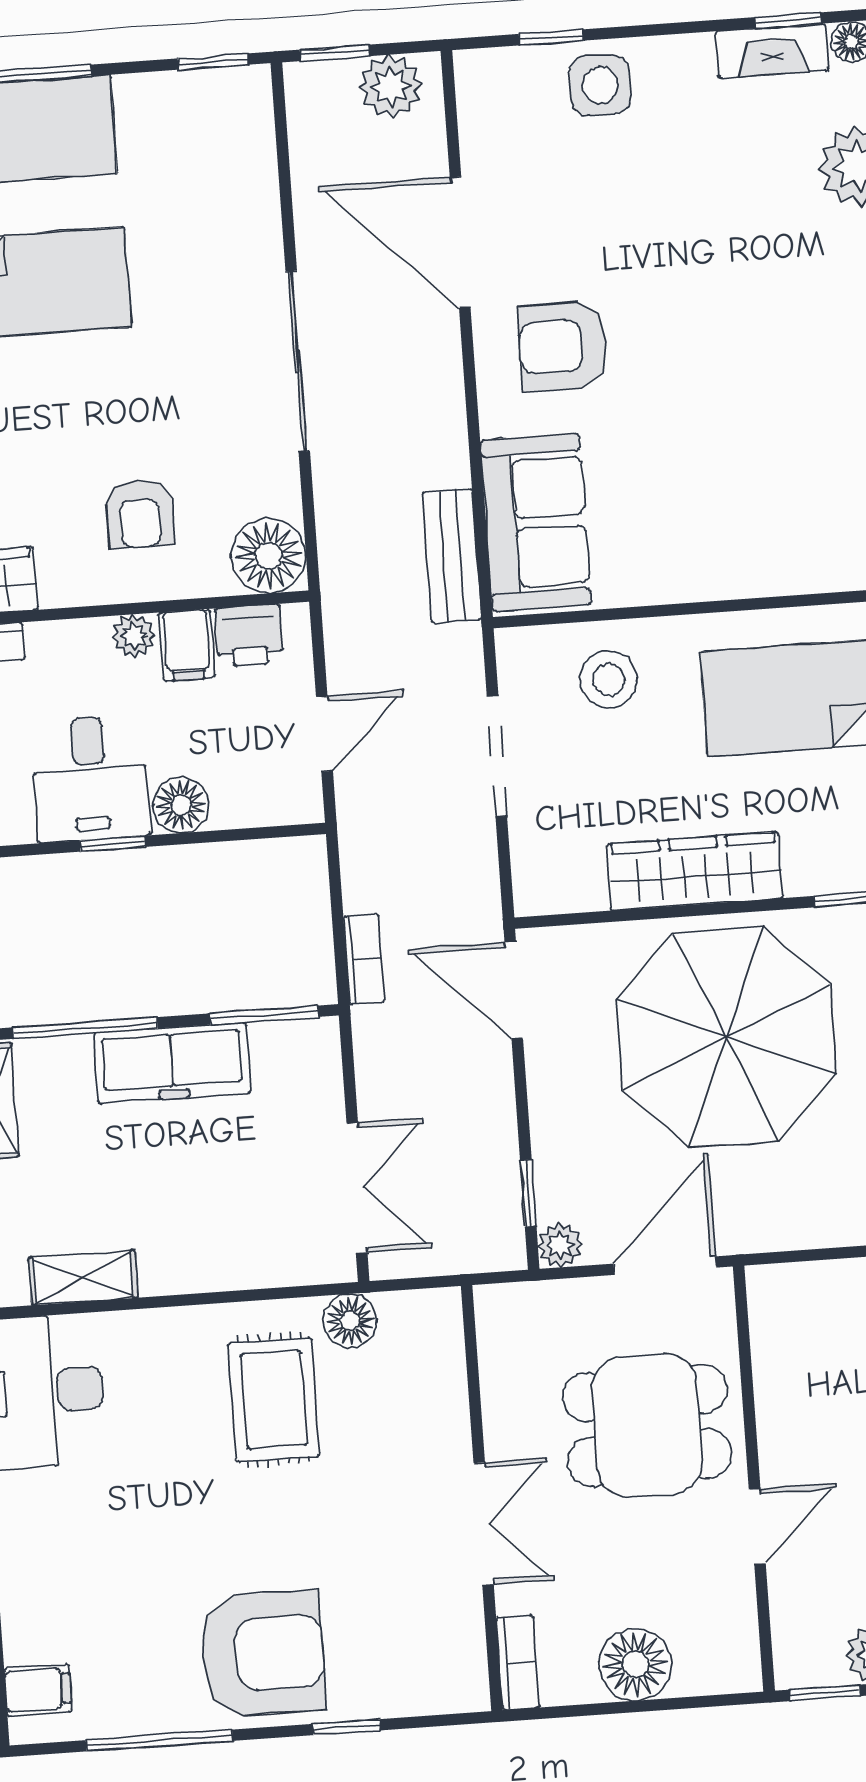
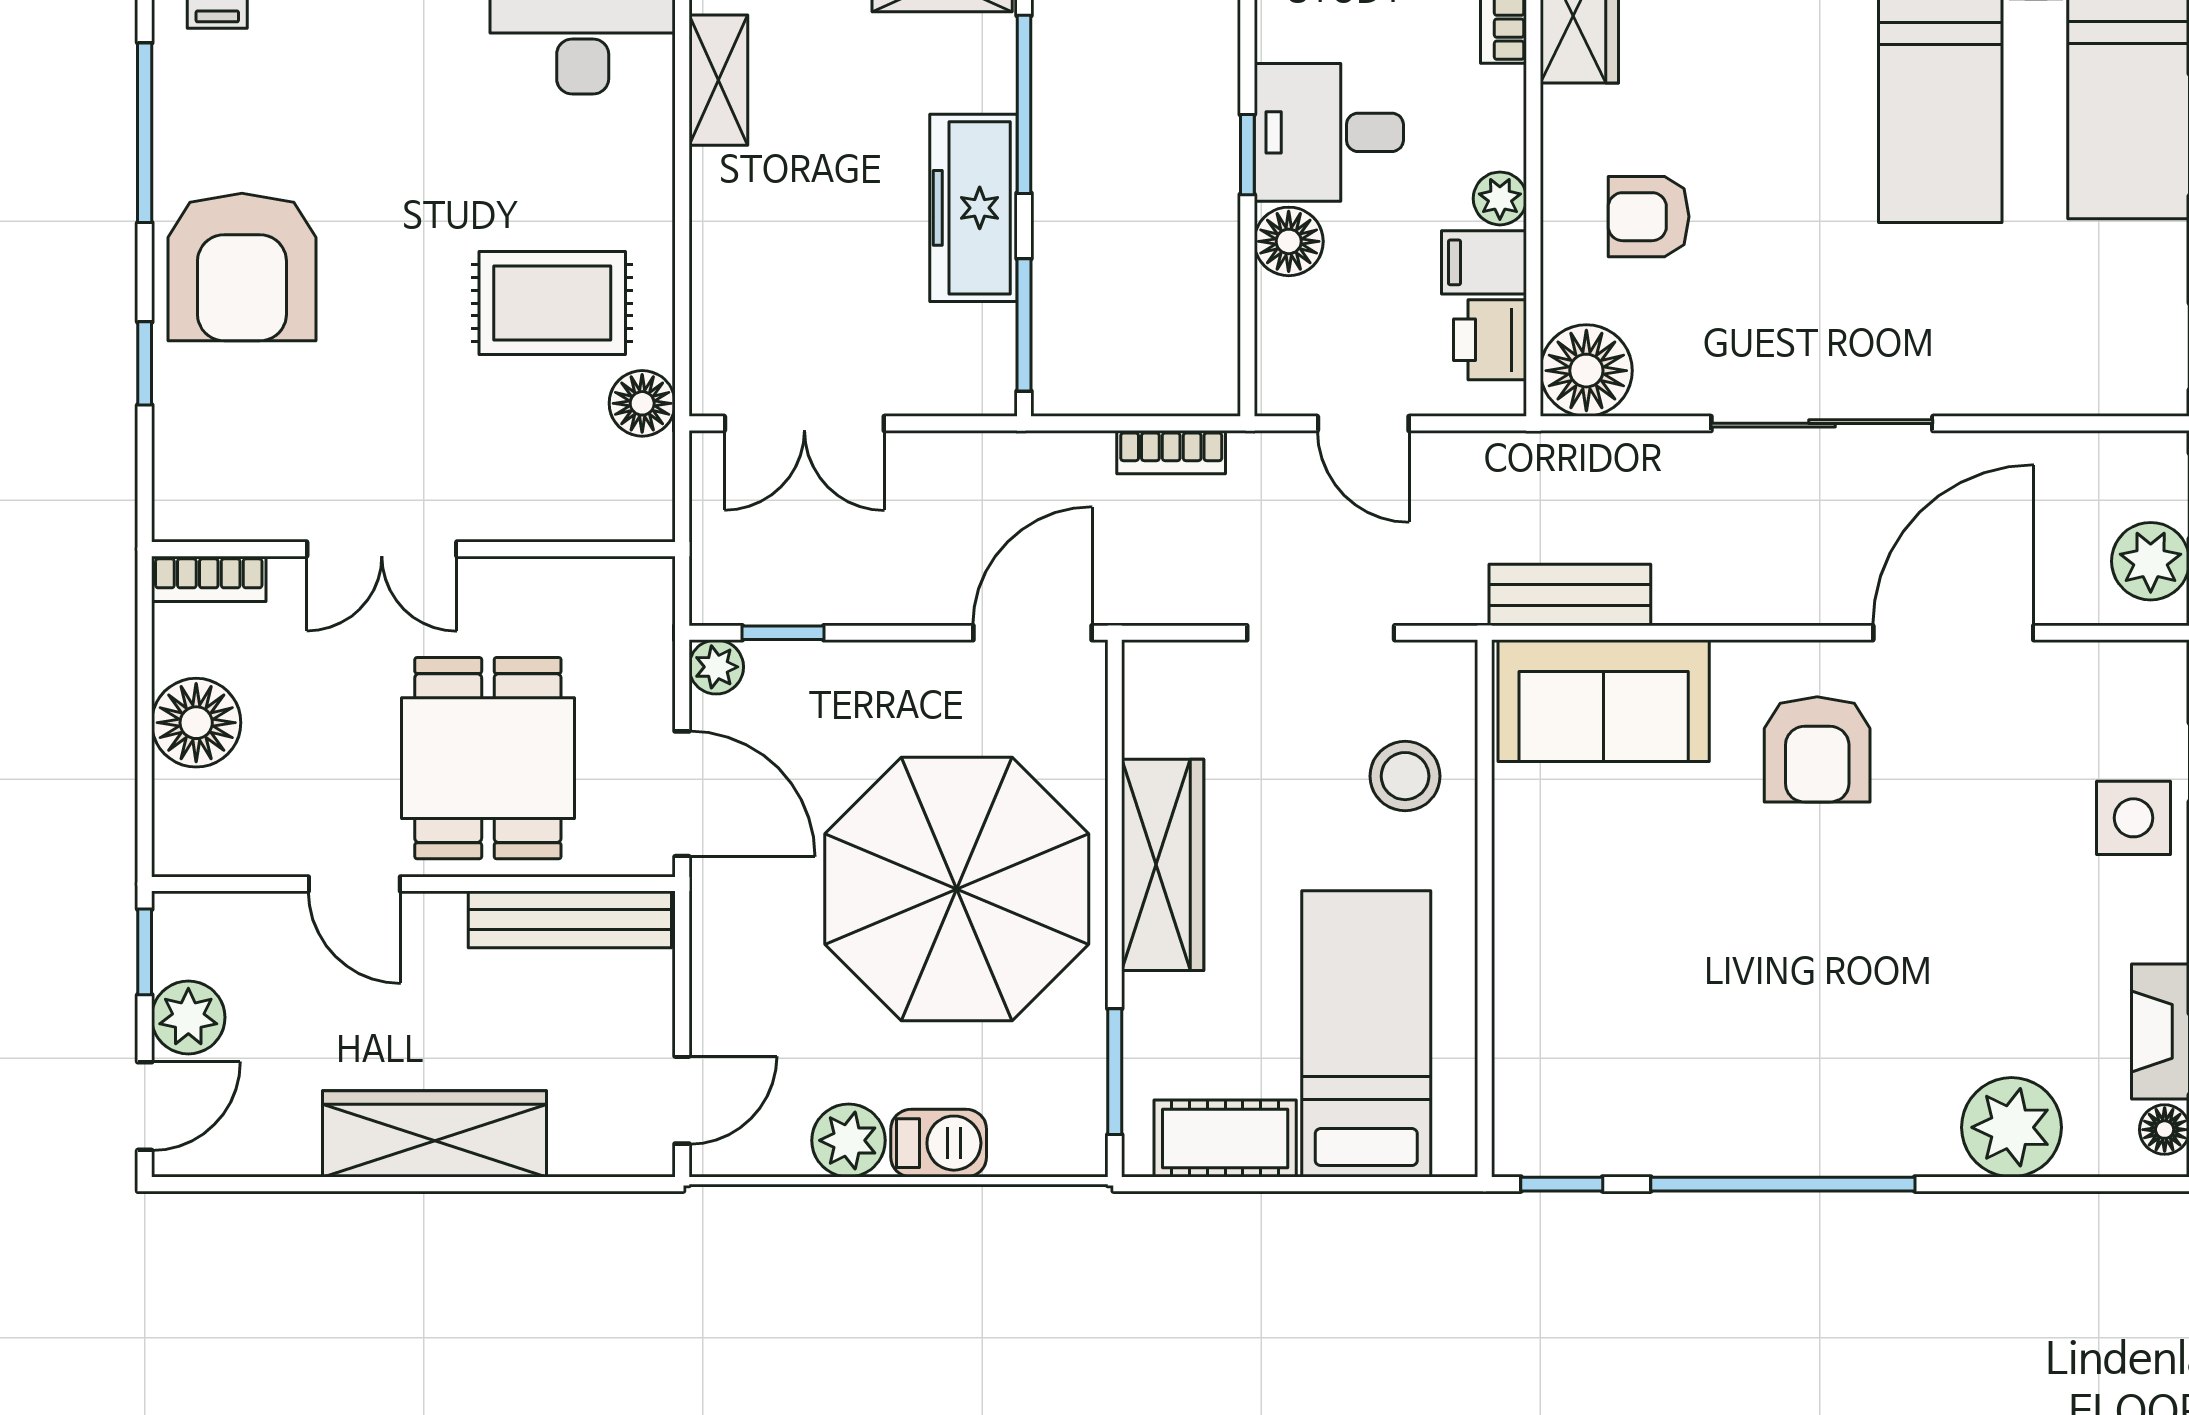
armchair: (563, 346) -> (1817, 749), turned 180
bookcase: (364, 959) -> (1171, 452), moved
bench: (774, 1349) -> (570, 919), added

